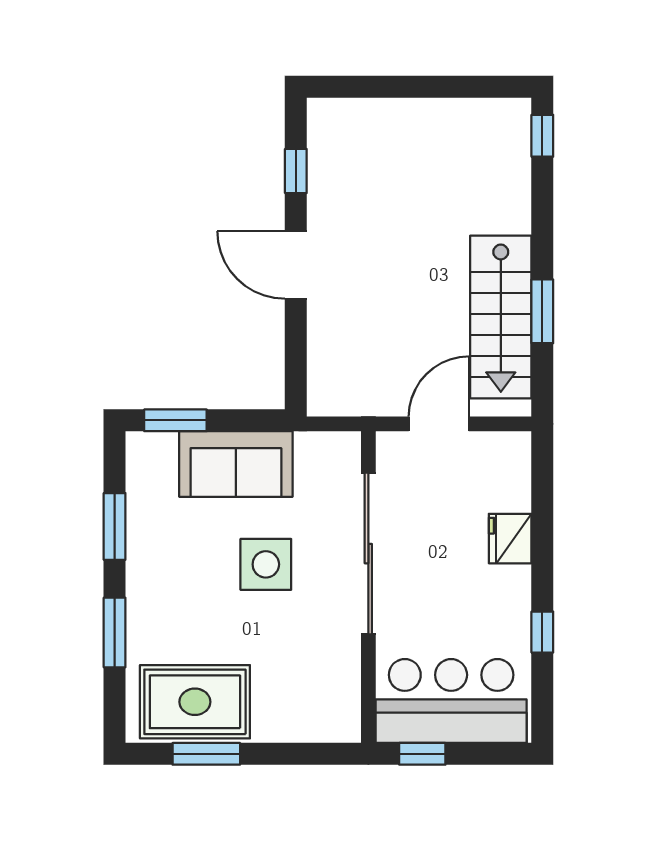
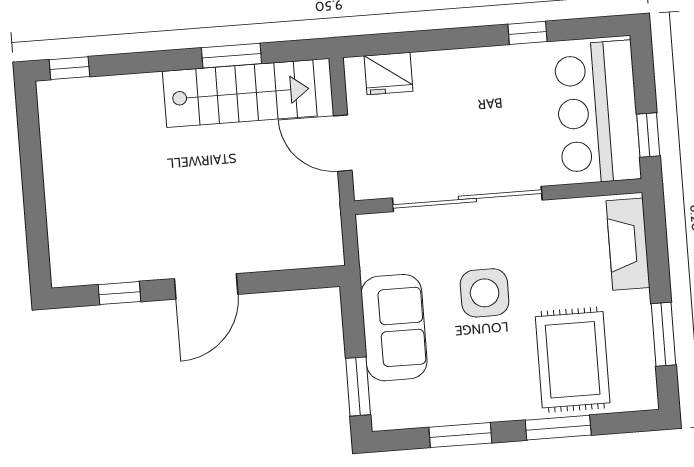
fridge: (510, 539) -> (388, 73), moved
rug: (195, 702) -> (573, 360), moved
fireplace: (306, 723) -> (628, 244), added

